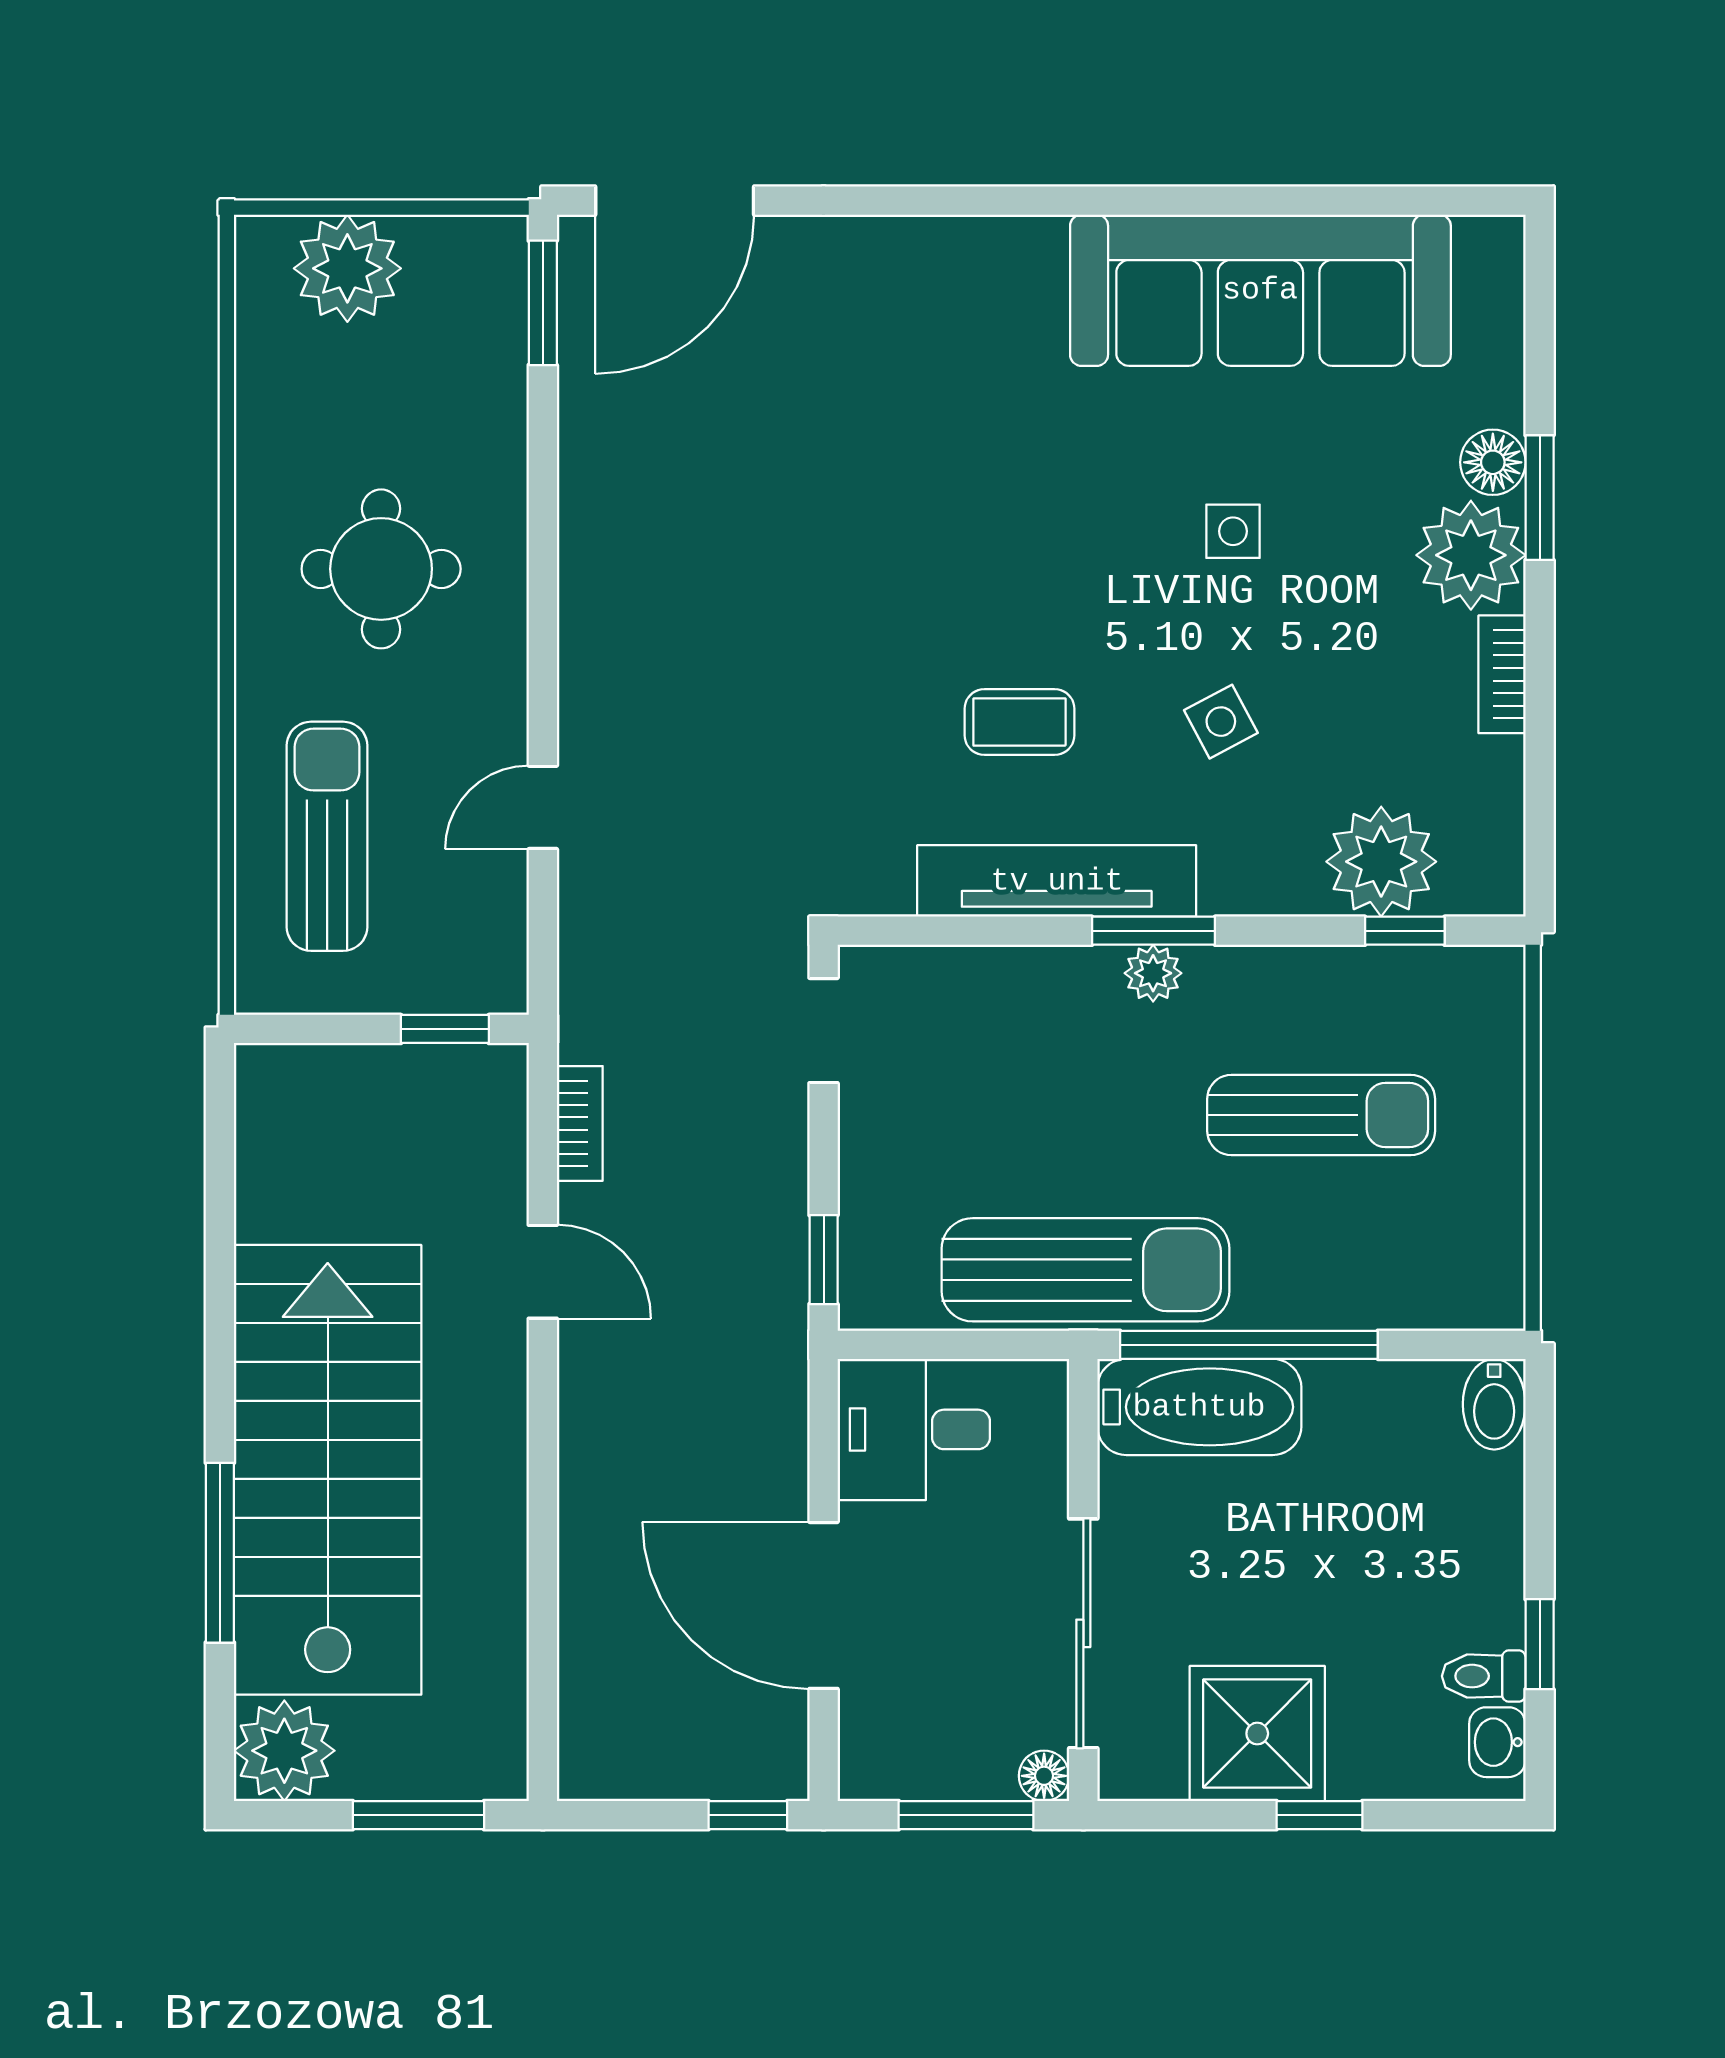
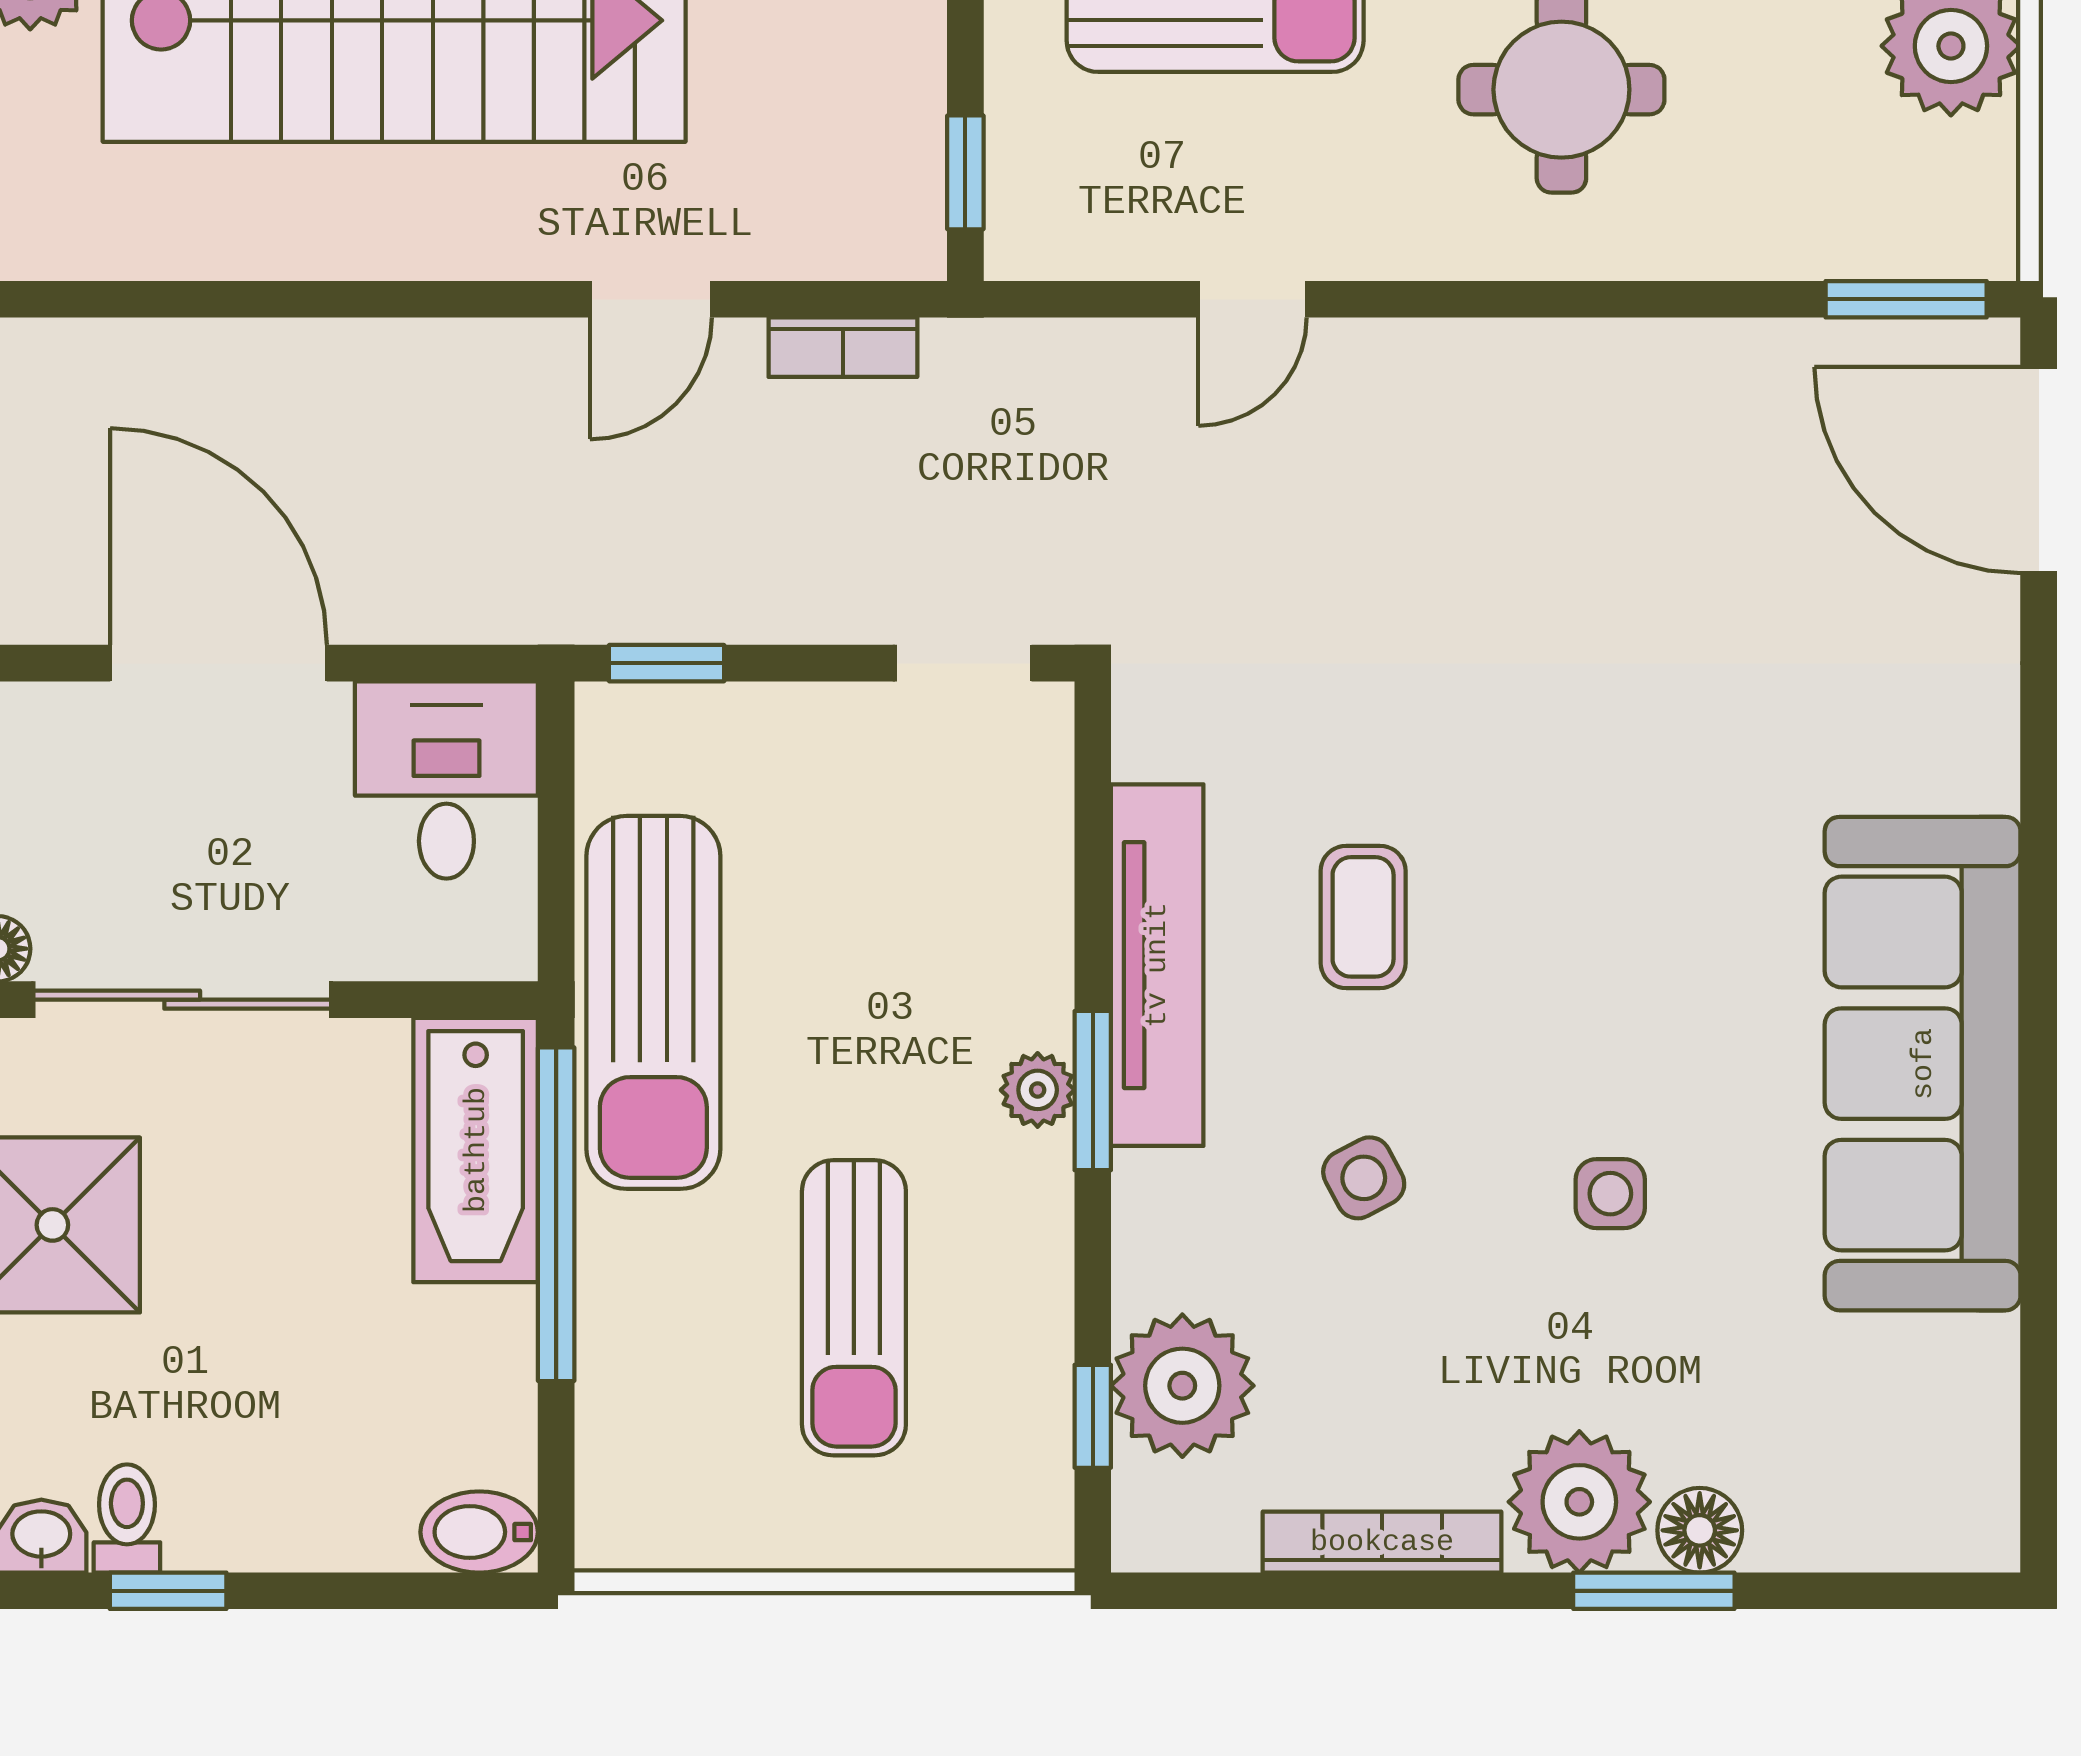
sofa: (1260, 290) -> (1923, 1064), moved
bookcase: (1502, 674) -> (1382, 1542), width x1.56
door: (543, 807) -> (1253, 299), swing flipped
door: (824, 1605) -> (218, 663), hinge flipped

